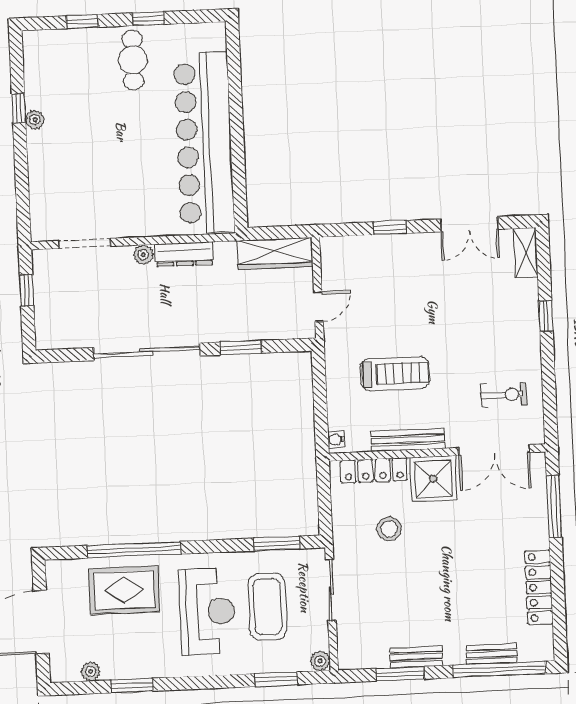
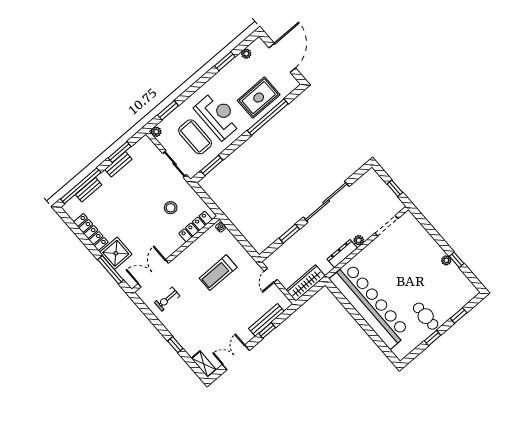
bench: (408, 440) -> (266, 320), moved
shower: (433, 479) -> (116, 253), moved
reception desk: (207, 612) -> (218, 115), turned 180

